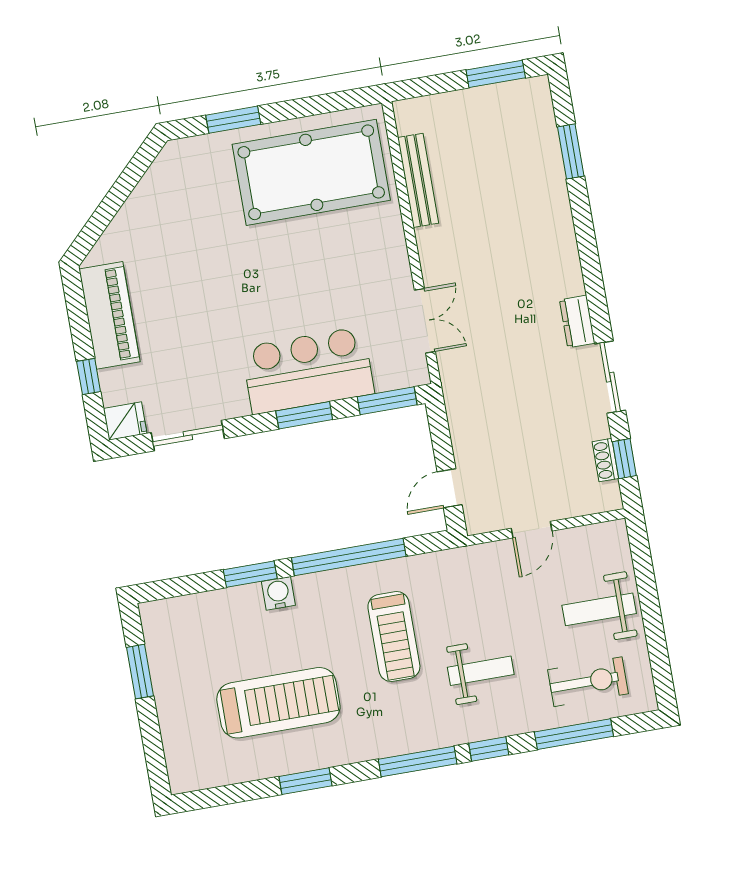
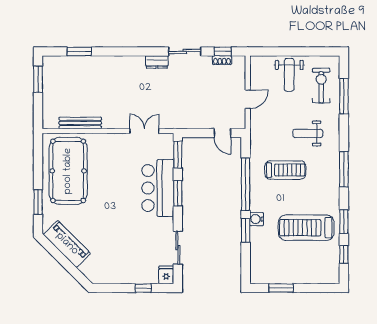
piano: (110, 315) -> (67, 244), moved, turned 45
door: (532, 530) -> (248, 99), hinge flipped
weight bench: (481, 671) -> (308, 133), turned -90
treadmill: (278, 703) -> (306, 228), turned -90
window: (489, 749) -> (344, 254), moved

